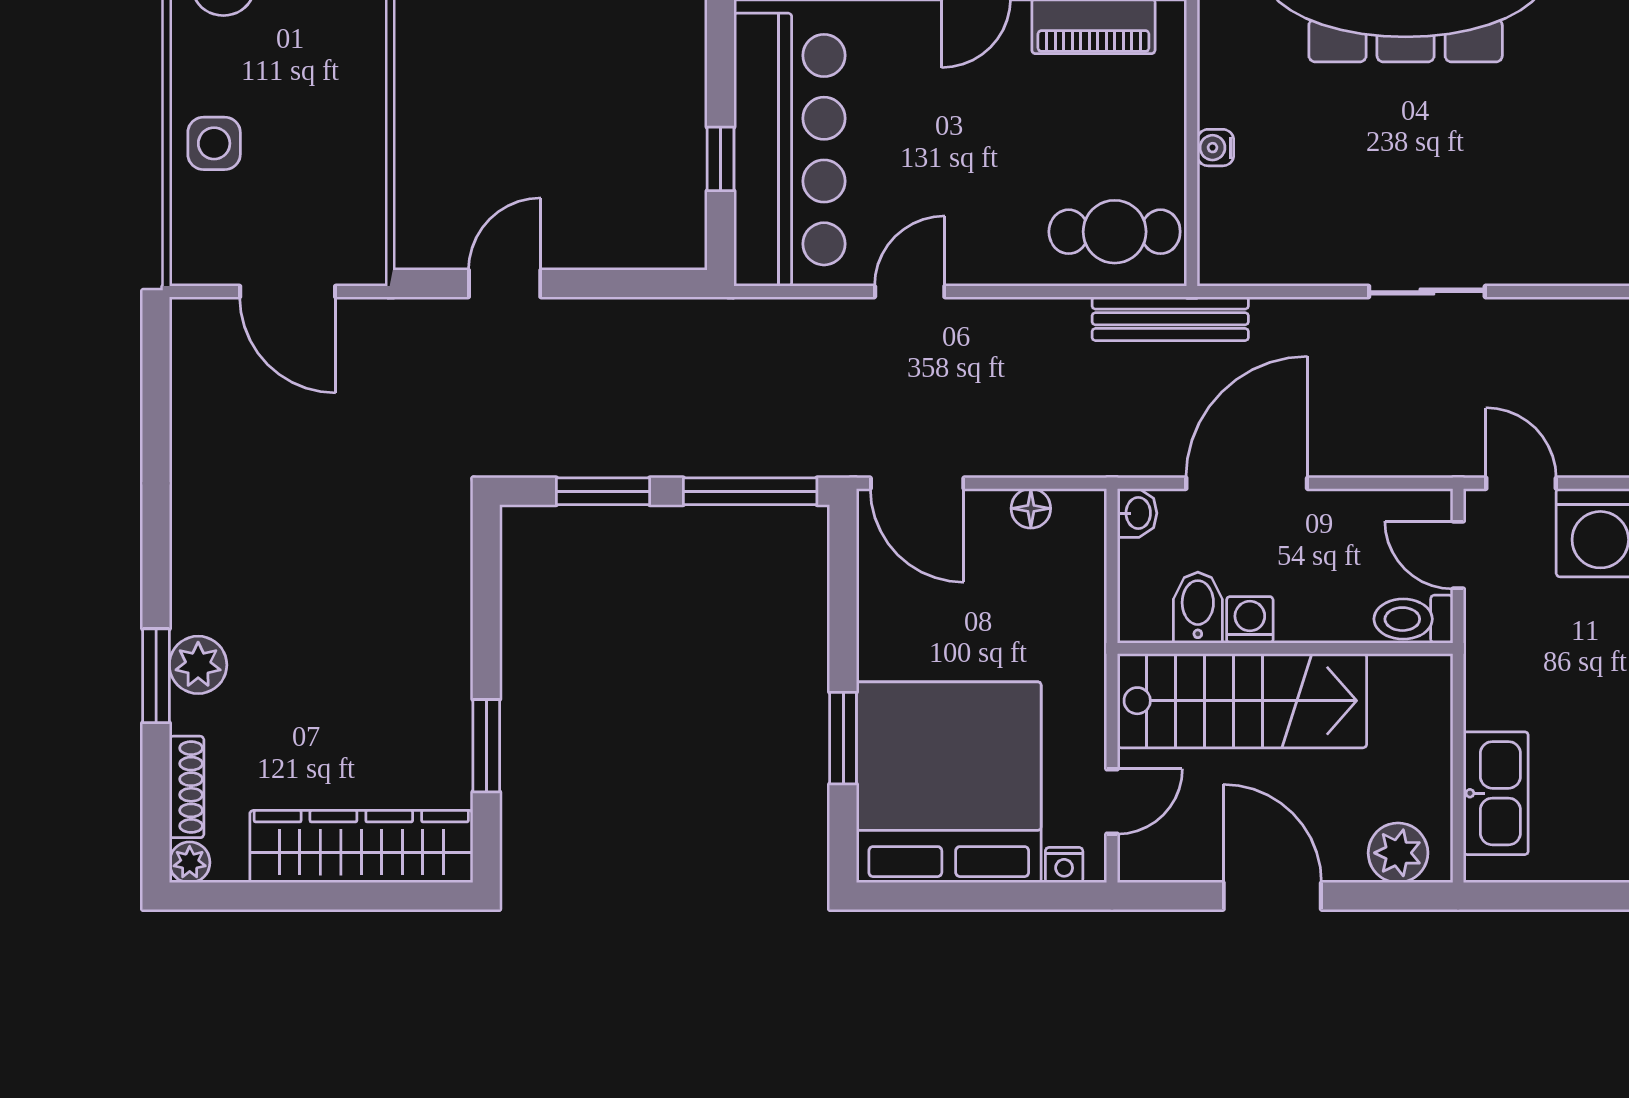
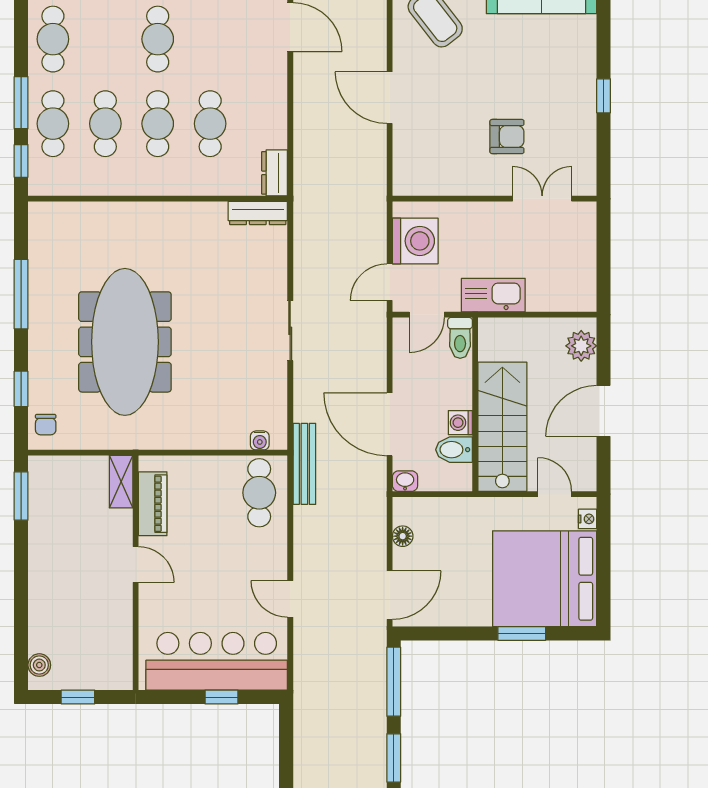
water cooler: (1215, 148) -> (260, 440), moved
kitchen sink: (1496, 793) -> (493, 295), moved

